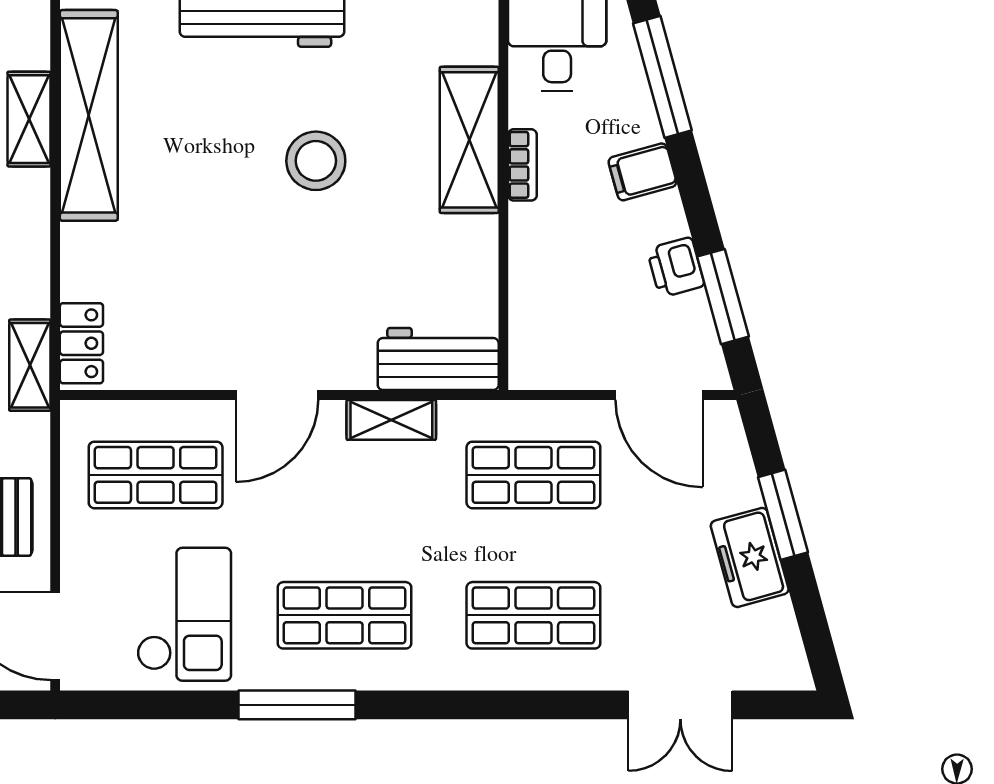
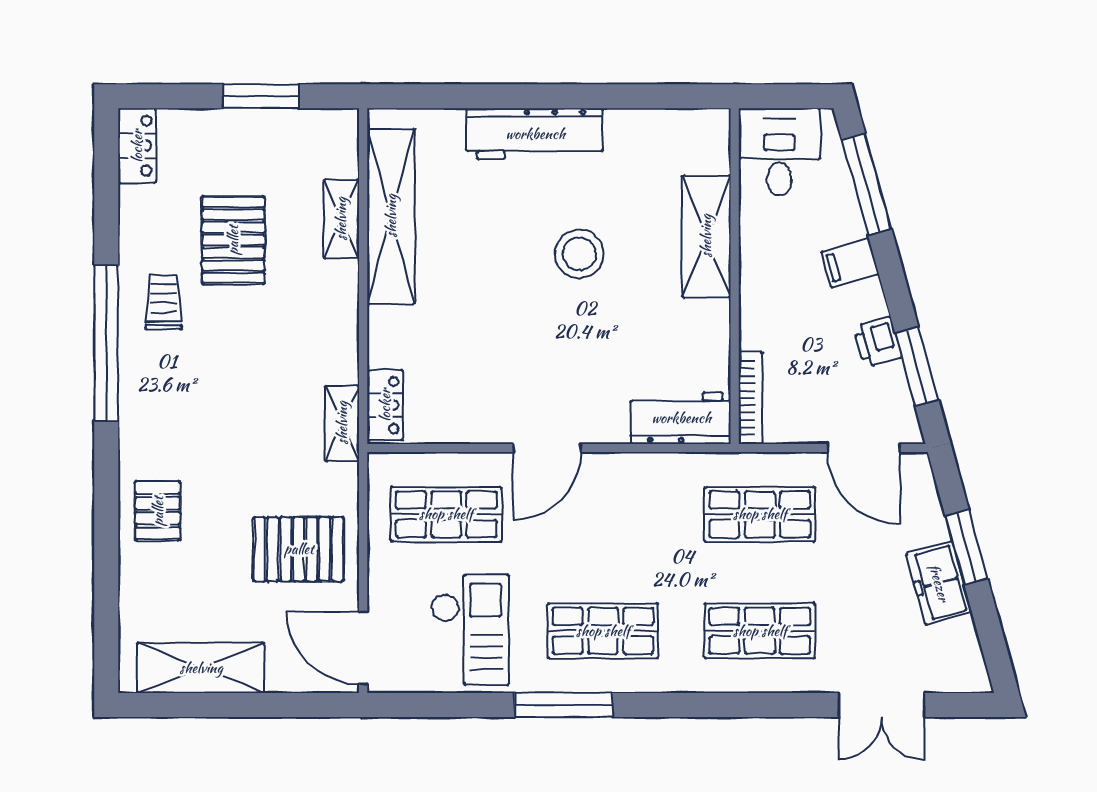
bookcase: (522, 165) -> (751, 398), moved, width x1.56
shelving: (391, 420) -> (642, 469), removed

